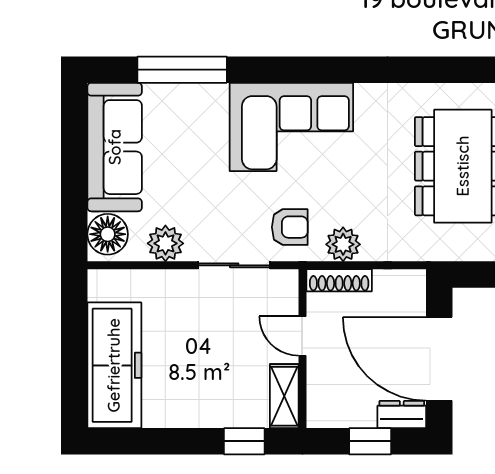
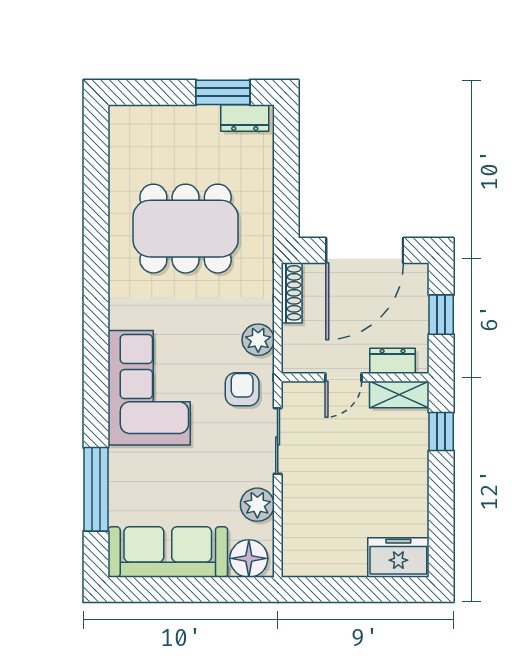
shoe rack: (339, 280) -> (292, 293), moved
freezer: (114, 365) -> (398, 557), width x0.52, depth x0.79
dresser: (402, 414) -> (393, 361), moved, turned 90

